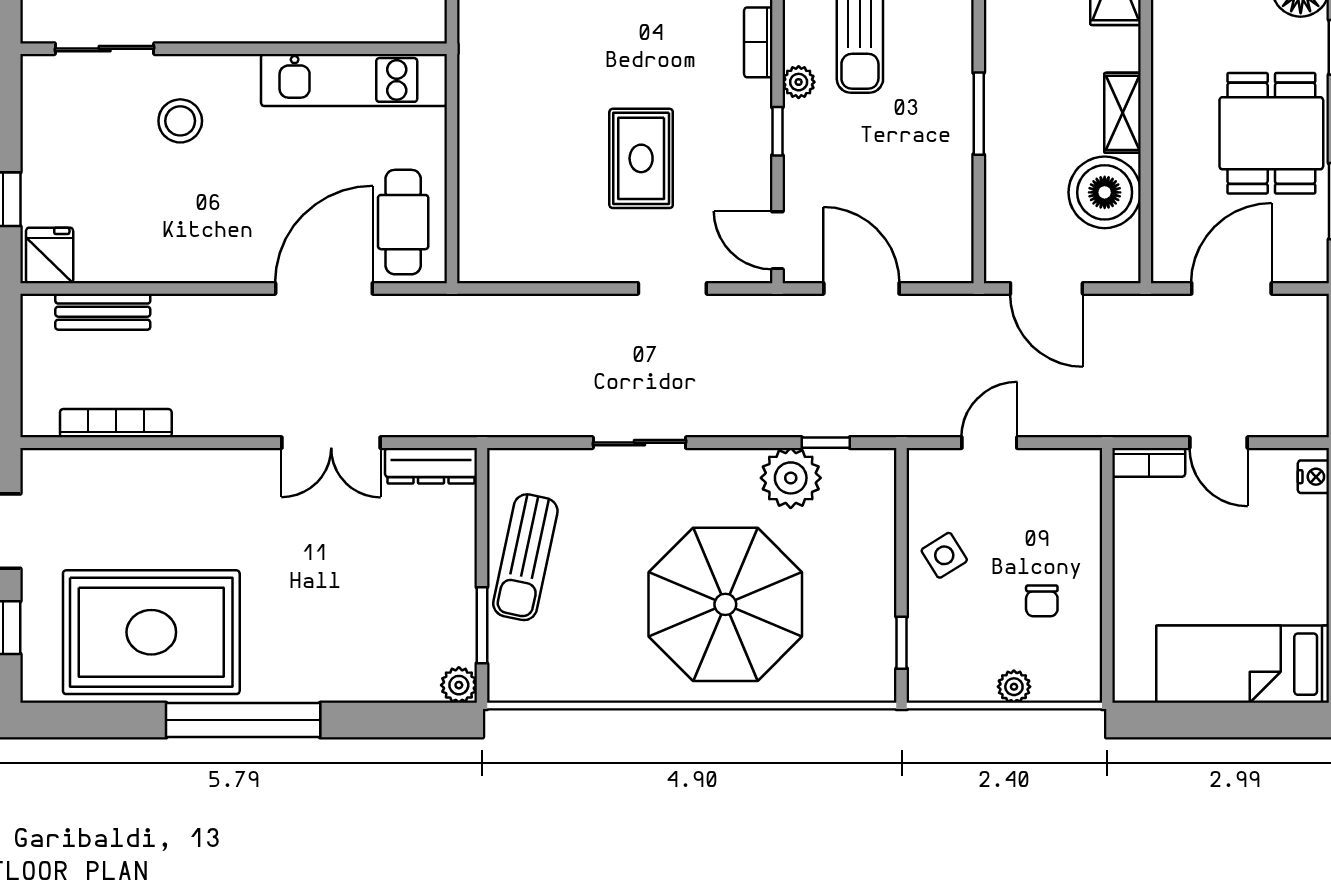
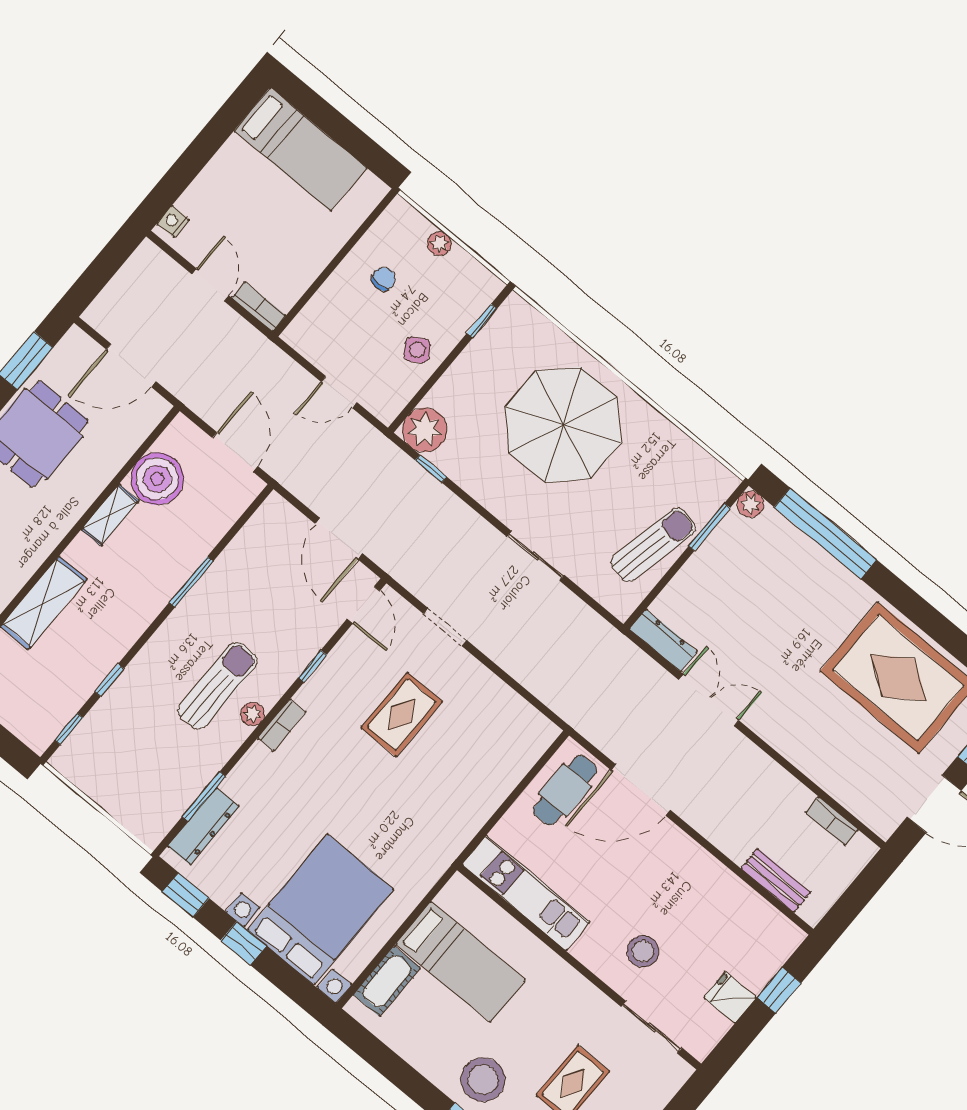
plant: (799, 82) -> (252, 714), moved
fridge: (50, 255) -> (730, 997), moved, turned 90
bookcase: (116, 423) -> (832, 821), width x0.64
plant: (791, 478) -> (425, 430), moved
window: (243, 720) -> (825, 533), moved

